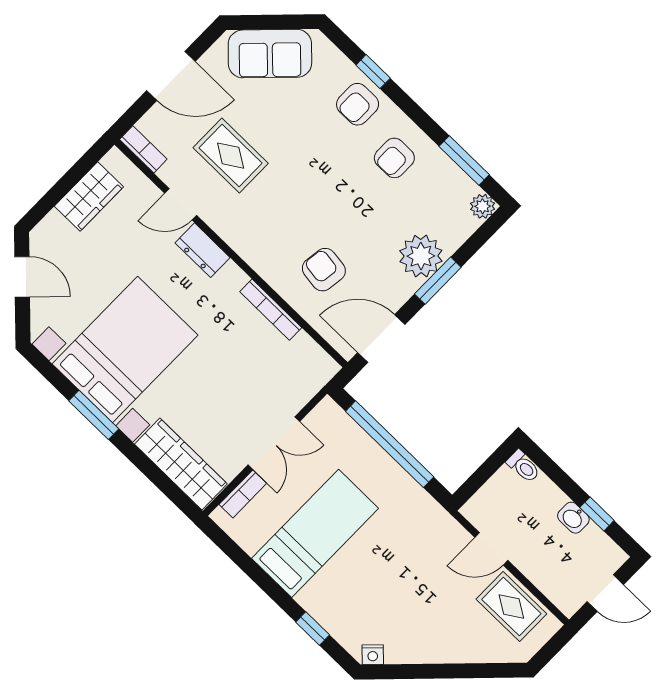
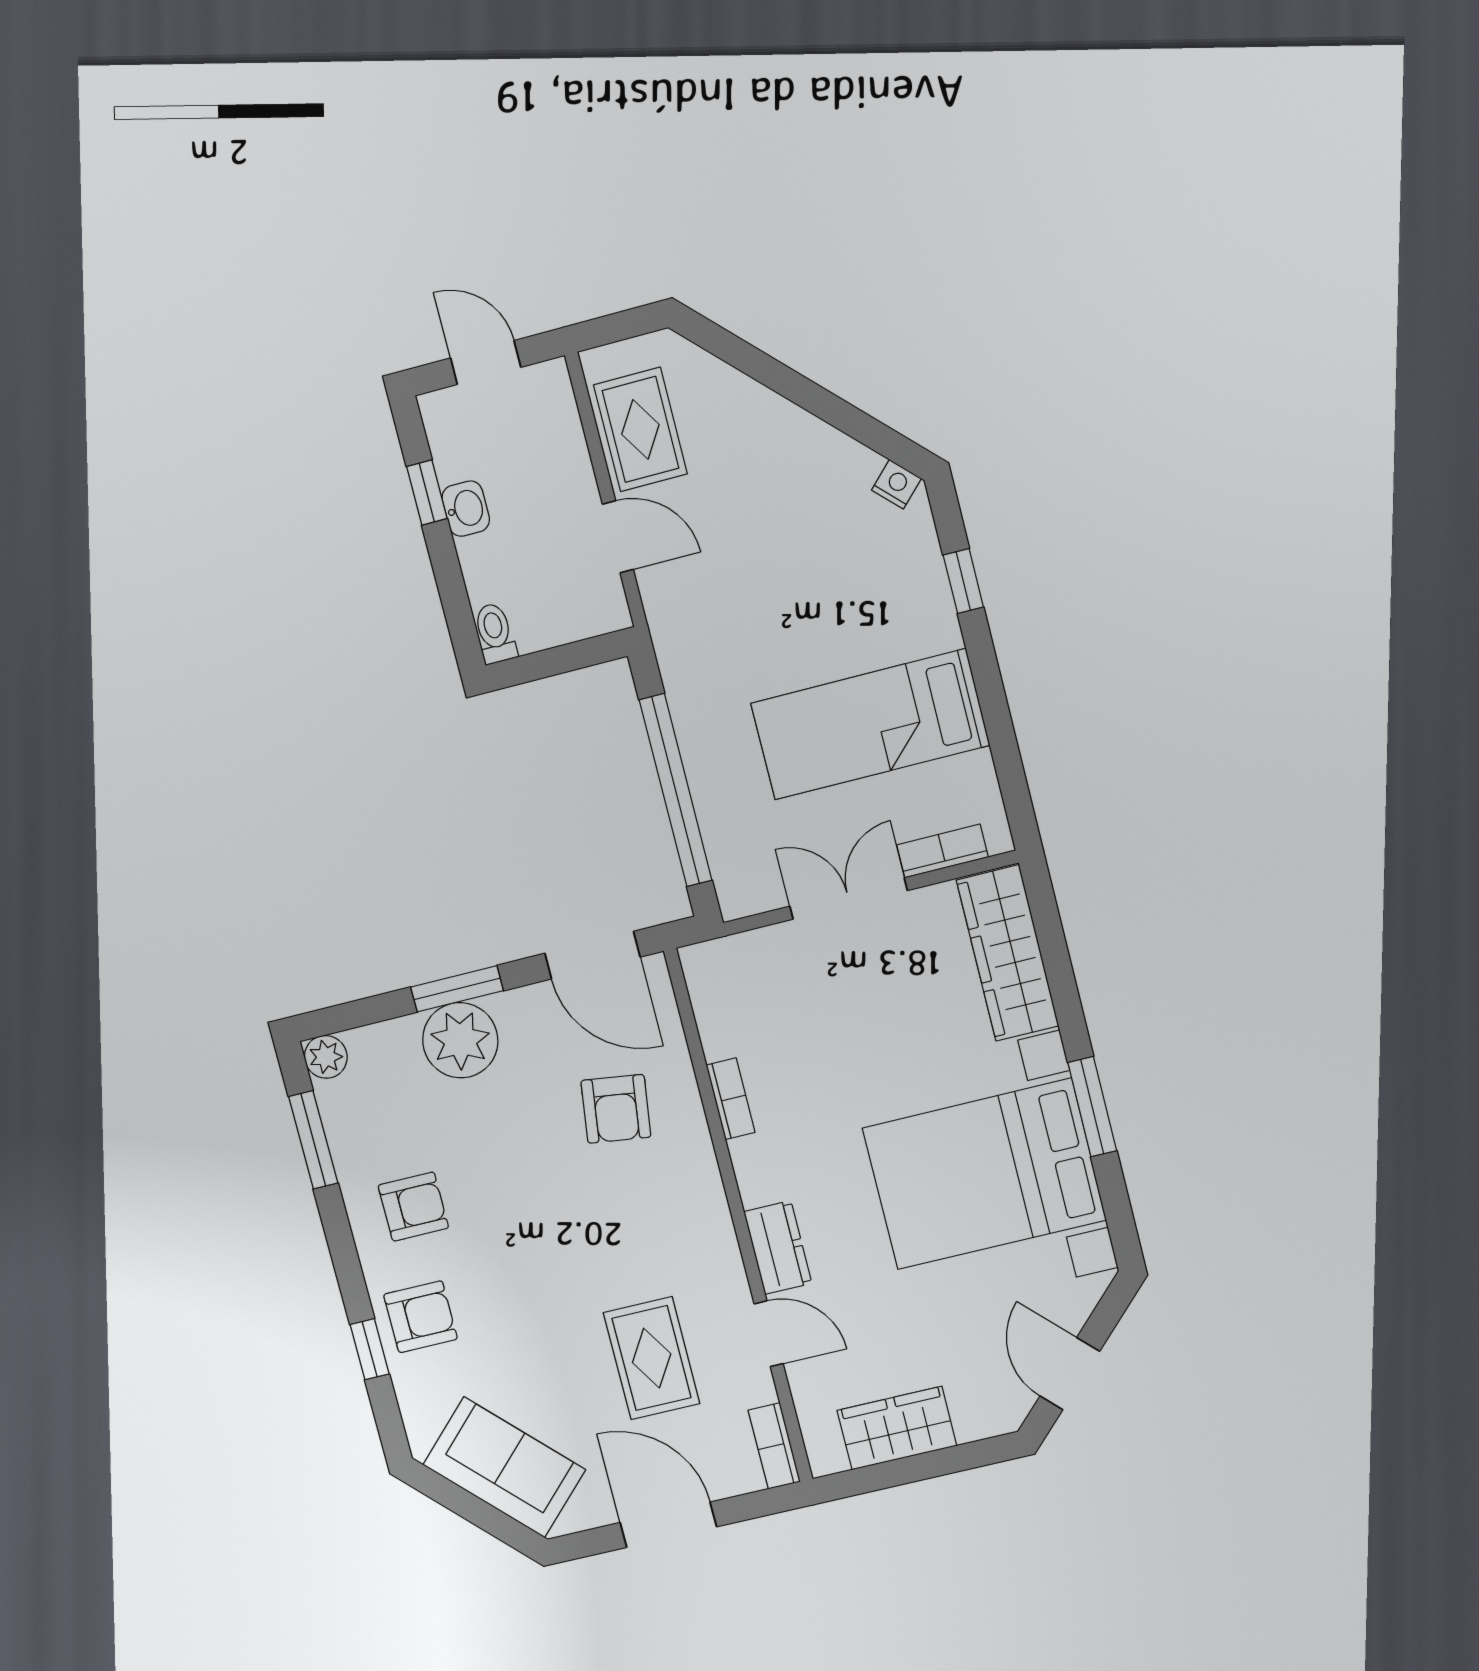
bookcase: (271, 310) -> (731, 1099), width x0.64

